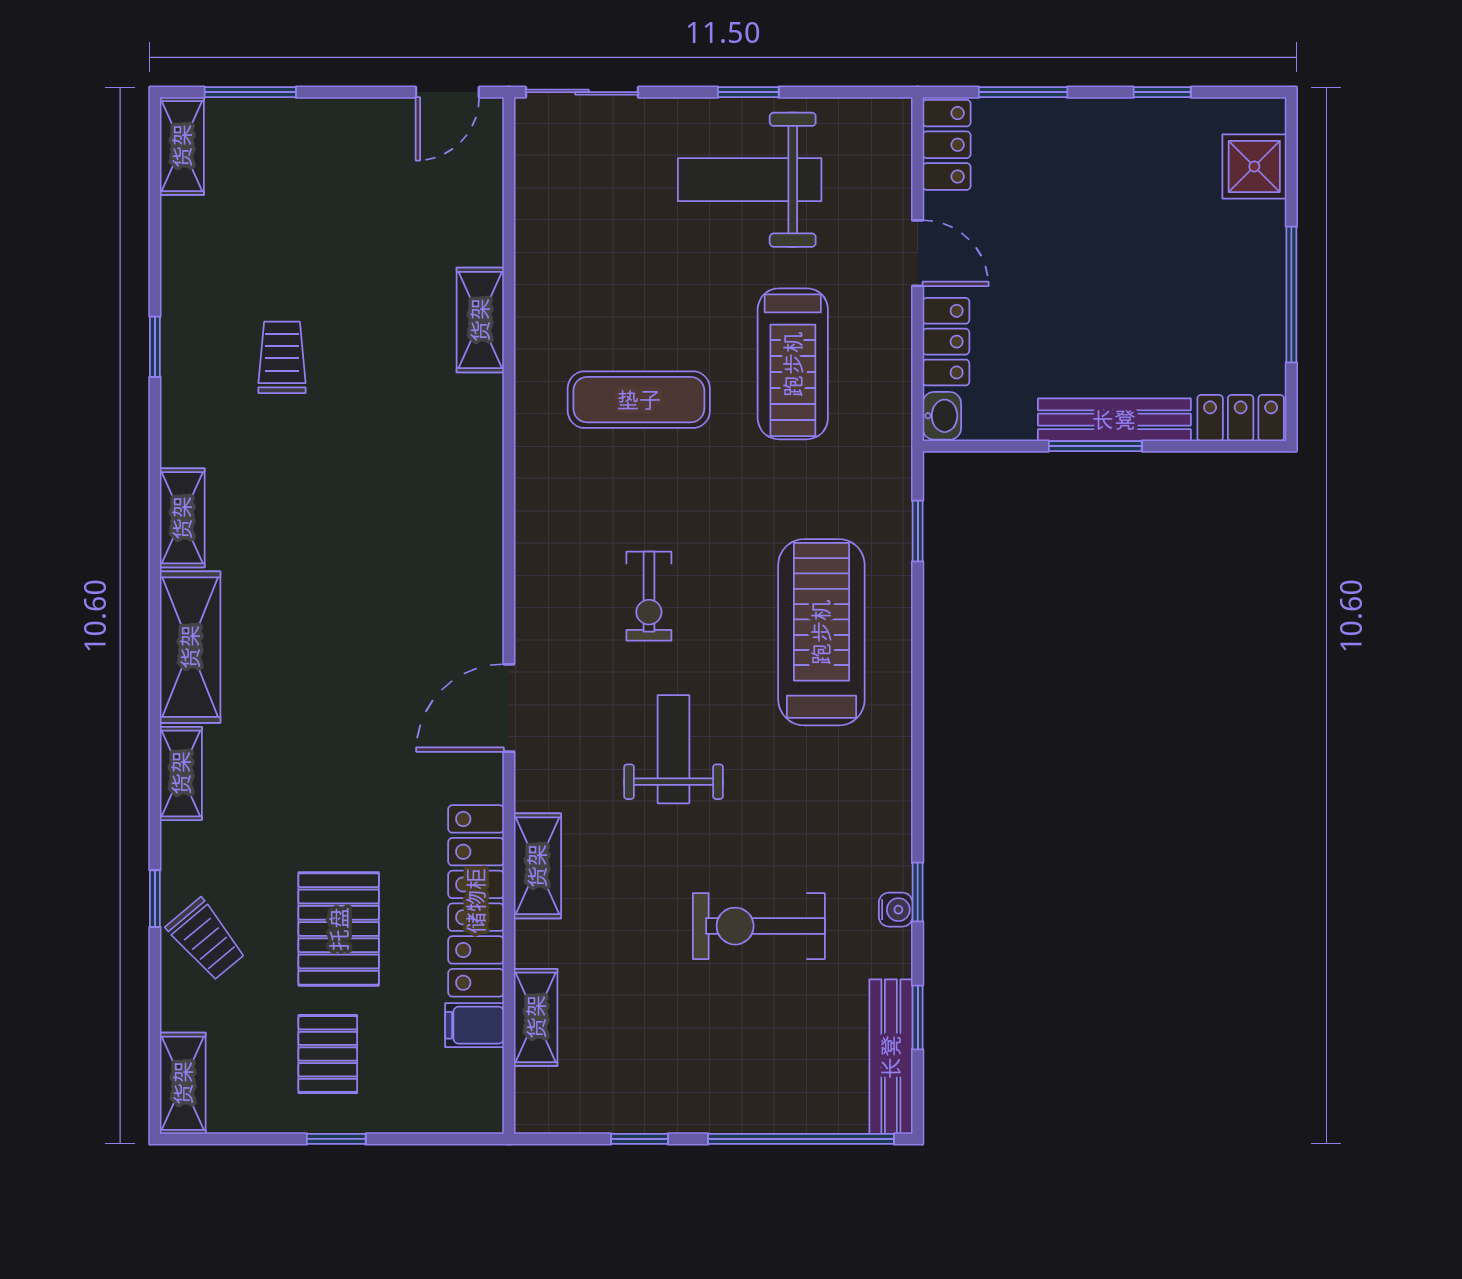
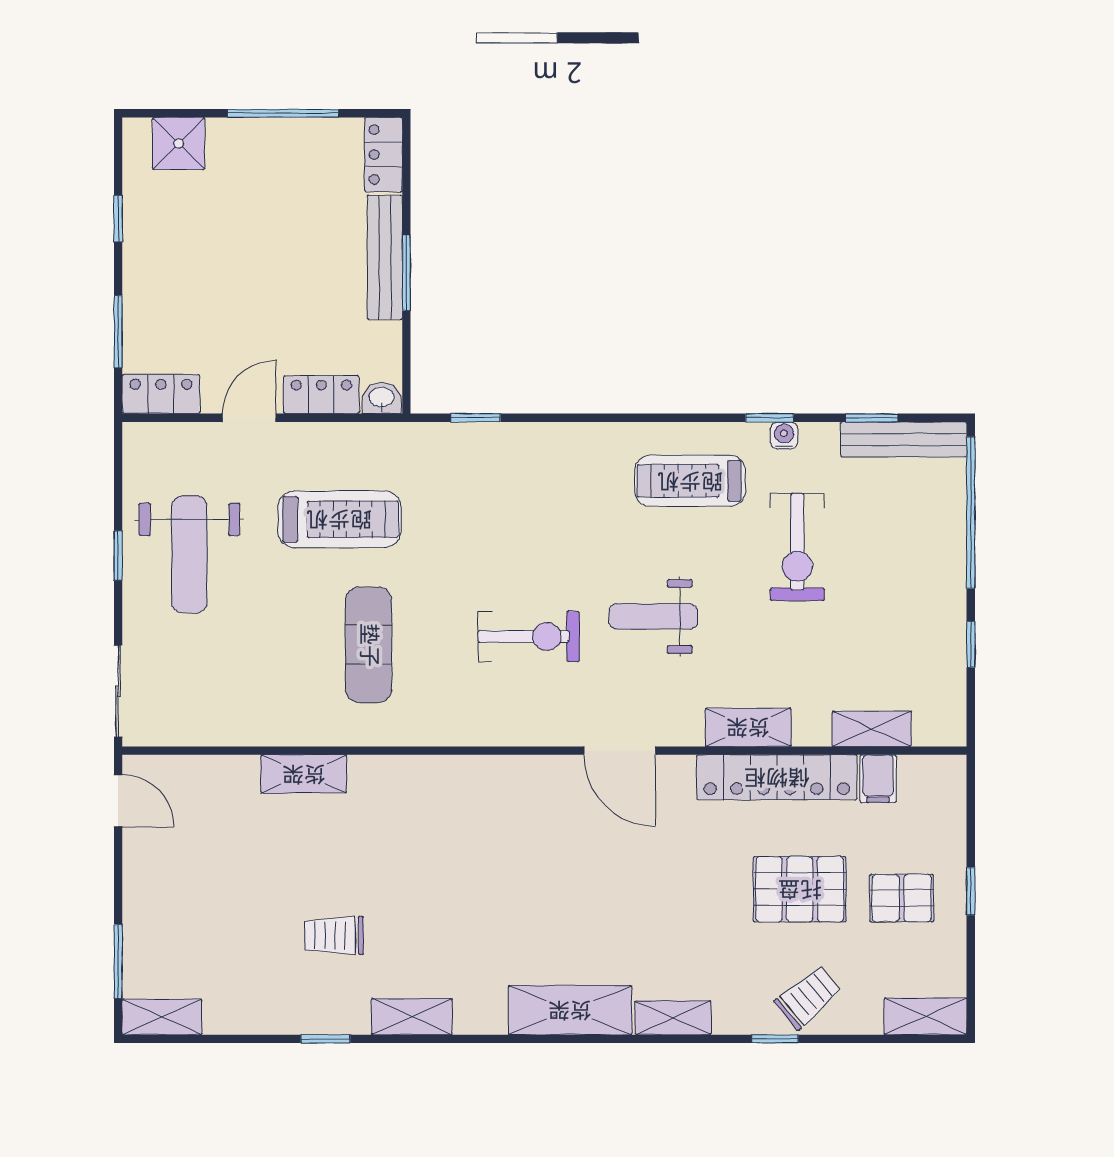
shelving: (182, 518) -> (412, 1017), moved
exercise bike: (649, 596) -> (529, 637), width x1.38, depth x1.39
treadmill: (821, 632) -> (690, 481), moved, width x0.73, depth x0.73

